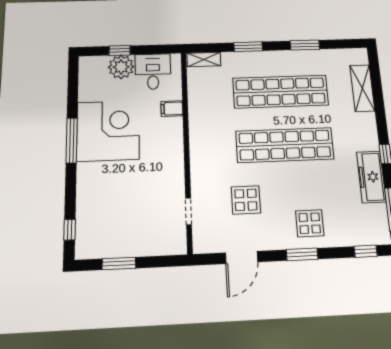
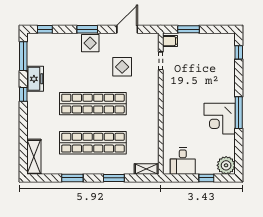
plant: (121, 67) -> (226, 165), moved
shelving: (362, 88) -> (34, 157), moved
filing cabinet: (172, 109) -> (170, 41), moved
corner desk: (108, 131) -> (220, 119), width x0.74, depth x0.74
freezer: (371, 177) -> (35, 79), width x0.71
display table: (310, 223) -> (90, 43), moved
window: (119, 263) -> (188, 29), moved

